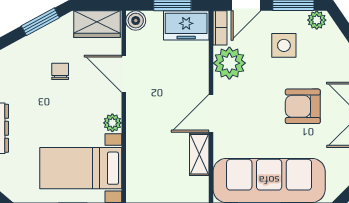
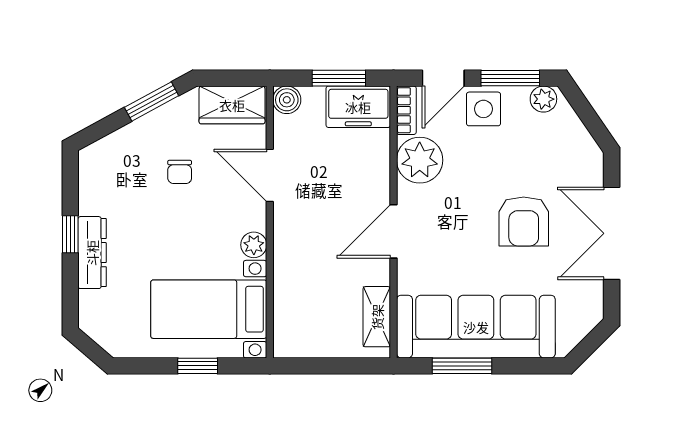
side table: (284, 45) -> (483, 109), moved
chair: (60, 71) -> (180, 172), turned 180
armchair: (303, 106) -> (524, 221), turned -90
shelving: (199, 154) -> (377, 317), moved

